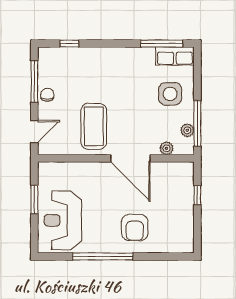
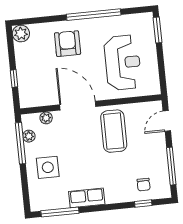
row of seats: (175, 56) -> (87, 198), moved
chair: (47, 95) -> (144, 185), moved
window: (34, 199) -> (157, 30), moved
reception desk: (63, 220) -> (123, 63), moved
plant: (185, 244) -> (21, 34), added

